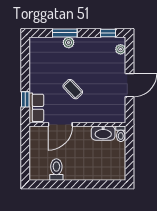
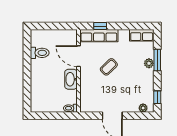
row of seats: (36, 51) -> (142, 35), added
row of seats: (36, 108) -> (99, 36), width x1.48
washbasin: (103, 133) -> (71, 79), moved

